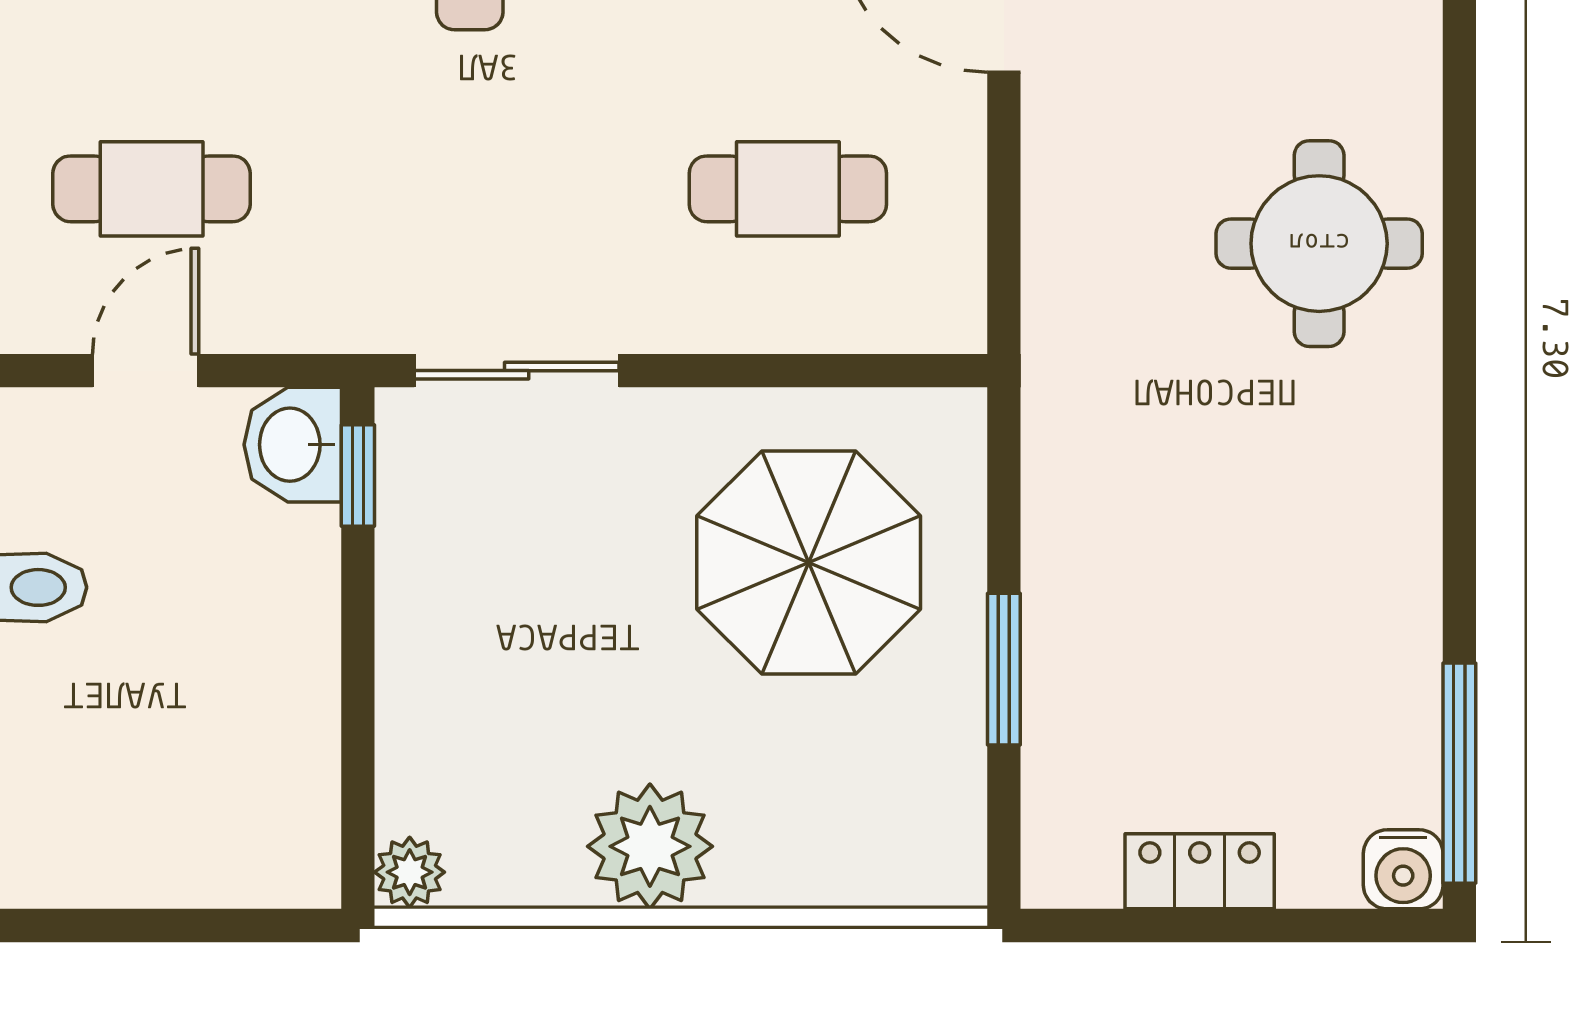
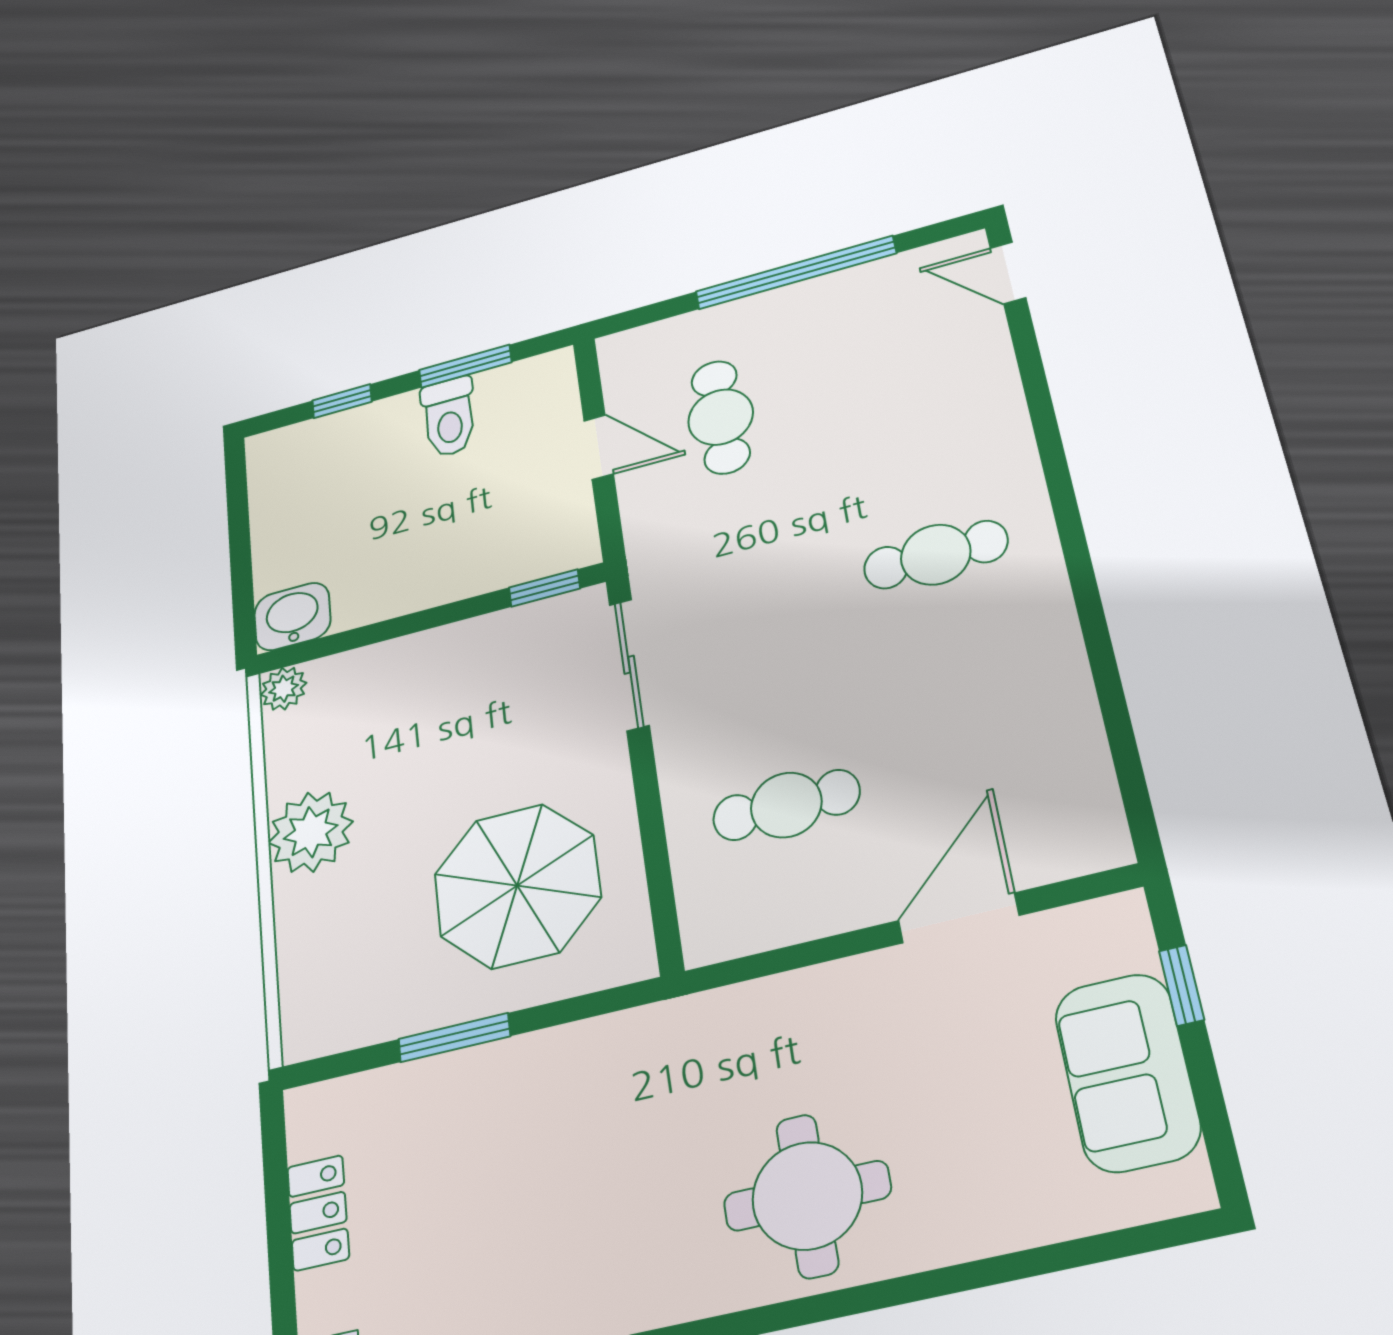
cafe table: (788, 189) -> (786, 805), turned 90
washbasin: (293, 445) -> (292, 617), moved

